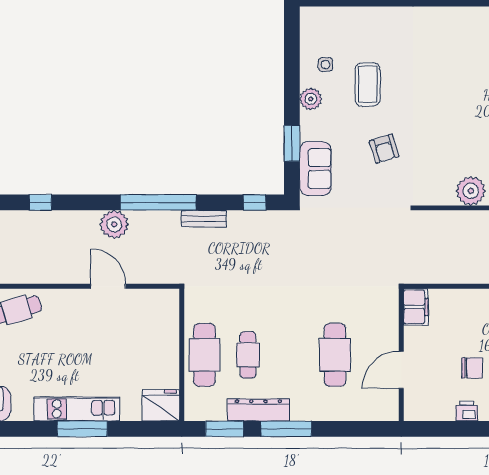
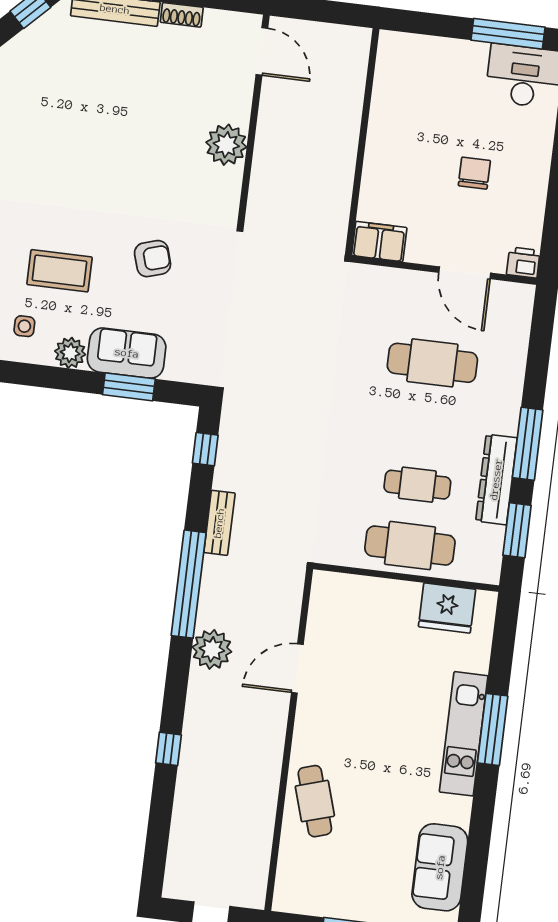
sofa: (315, 169) -> (127, 353), moved
fridge: (161, 405) -> (447, 608), moved, turned -90
printer: (467, 411) -> (523, 263), moved, turned 90

